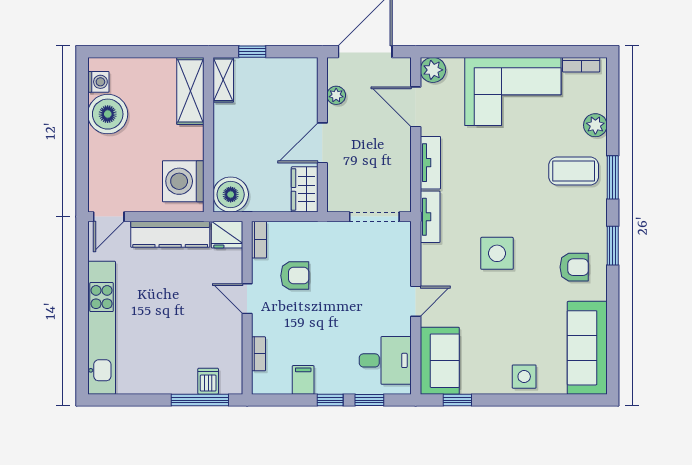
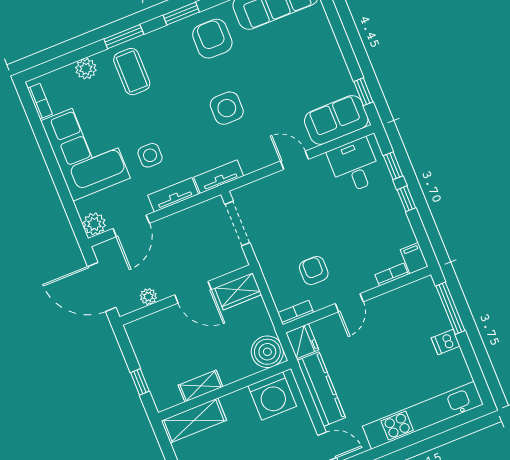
shelving: (223, 80) -> (201, 386), moved
armchair: (574, 267) -> (212, 39), width x1.38, depth x1.38
side table: (524, 377) -> (150, 155), moved
filing cabinet: (303, 380) -> (414, 258), moved, turned 90
dishwasher: (208, 381) -> (446, 342), moved

